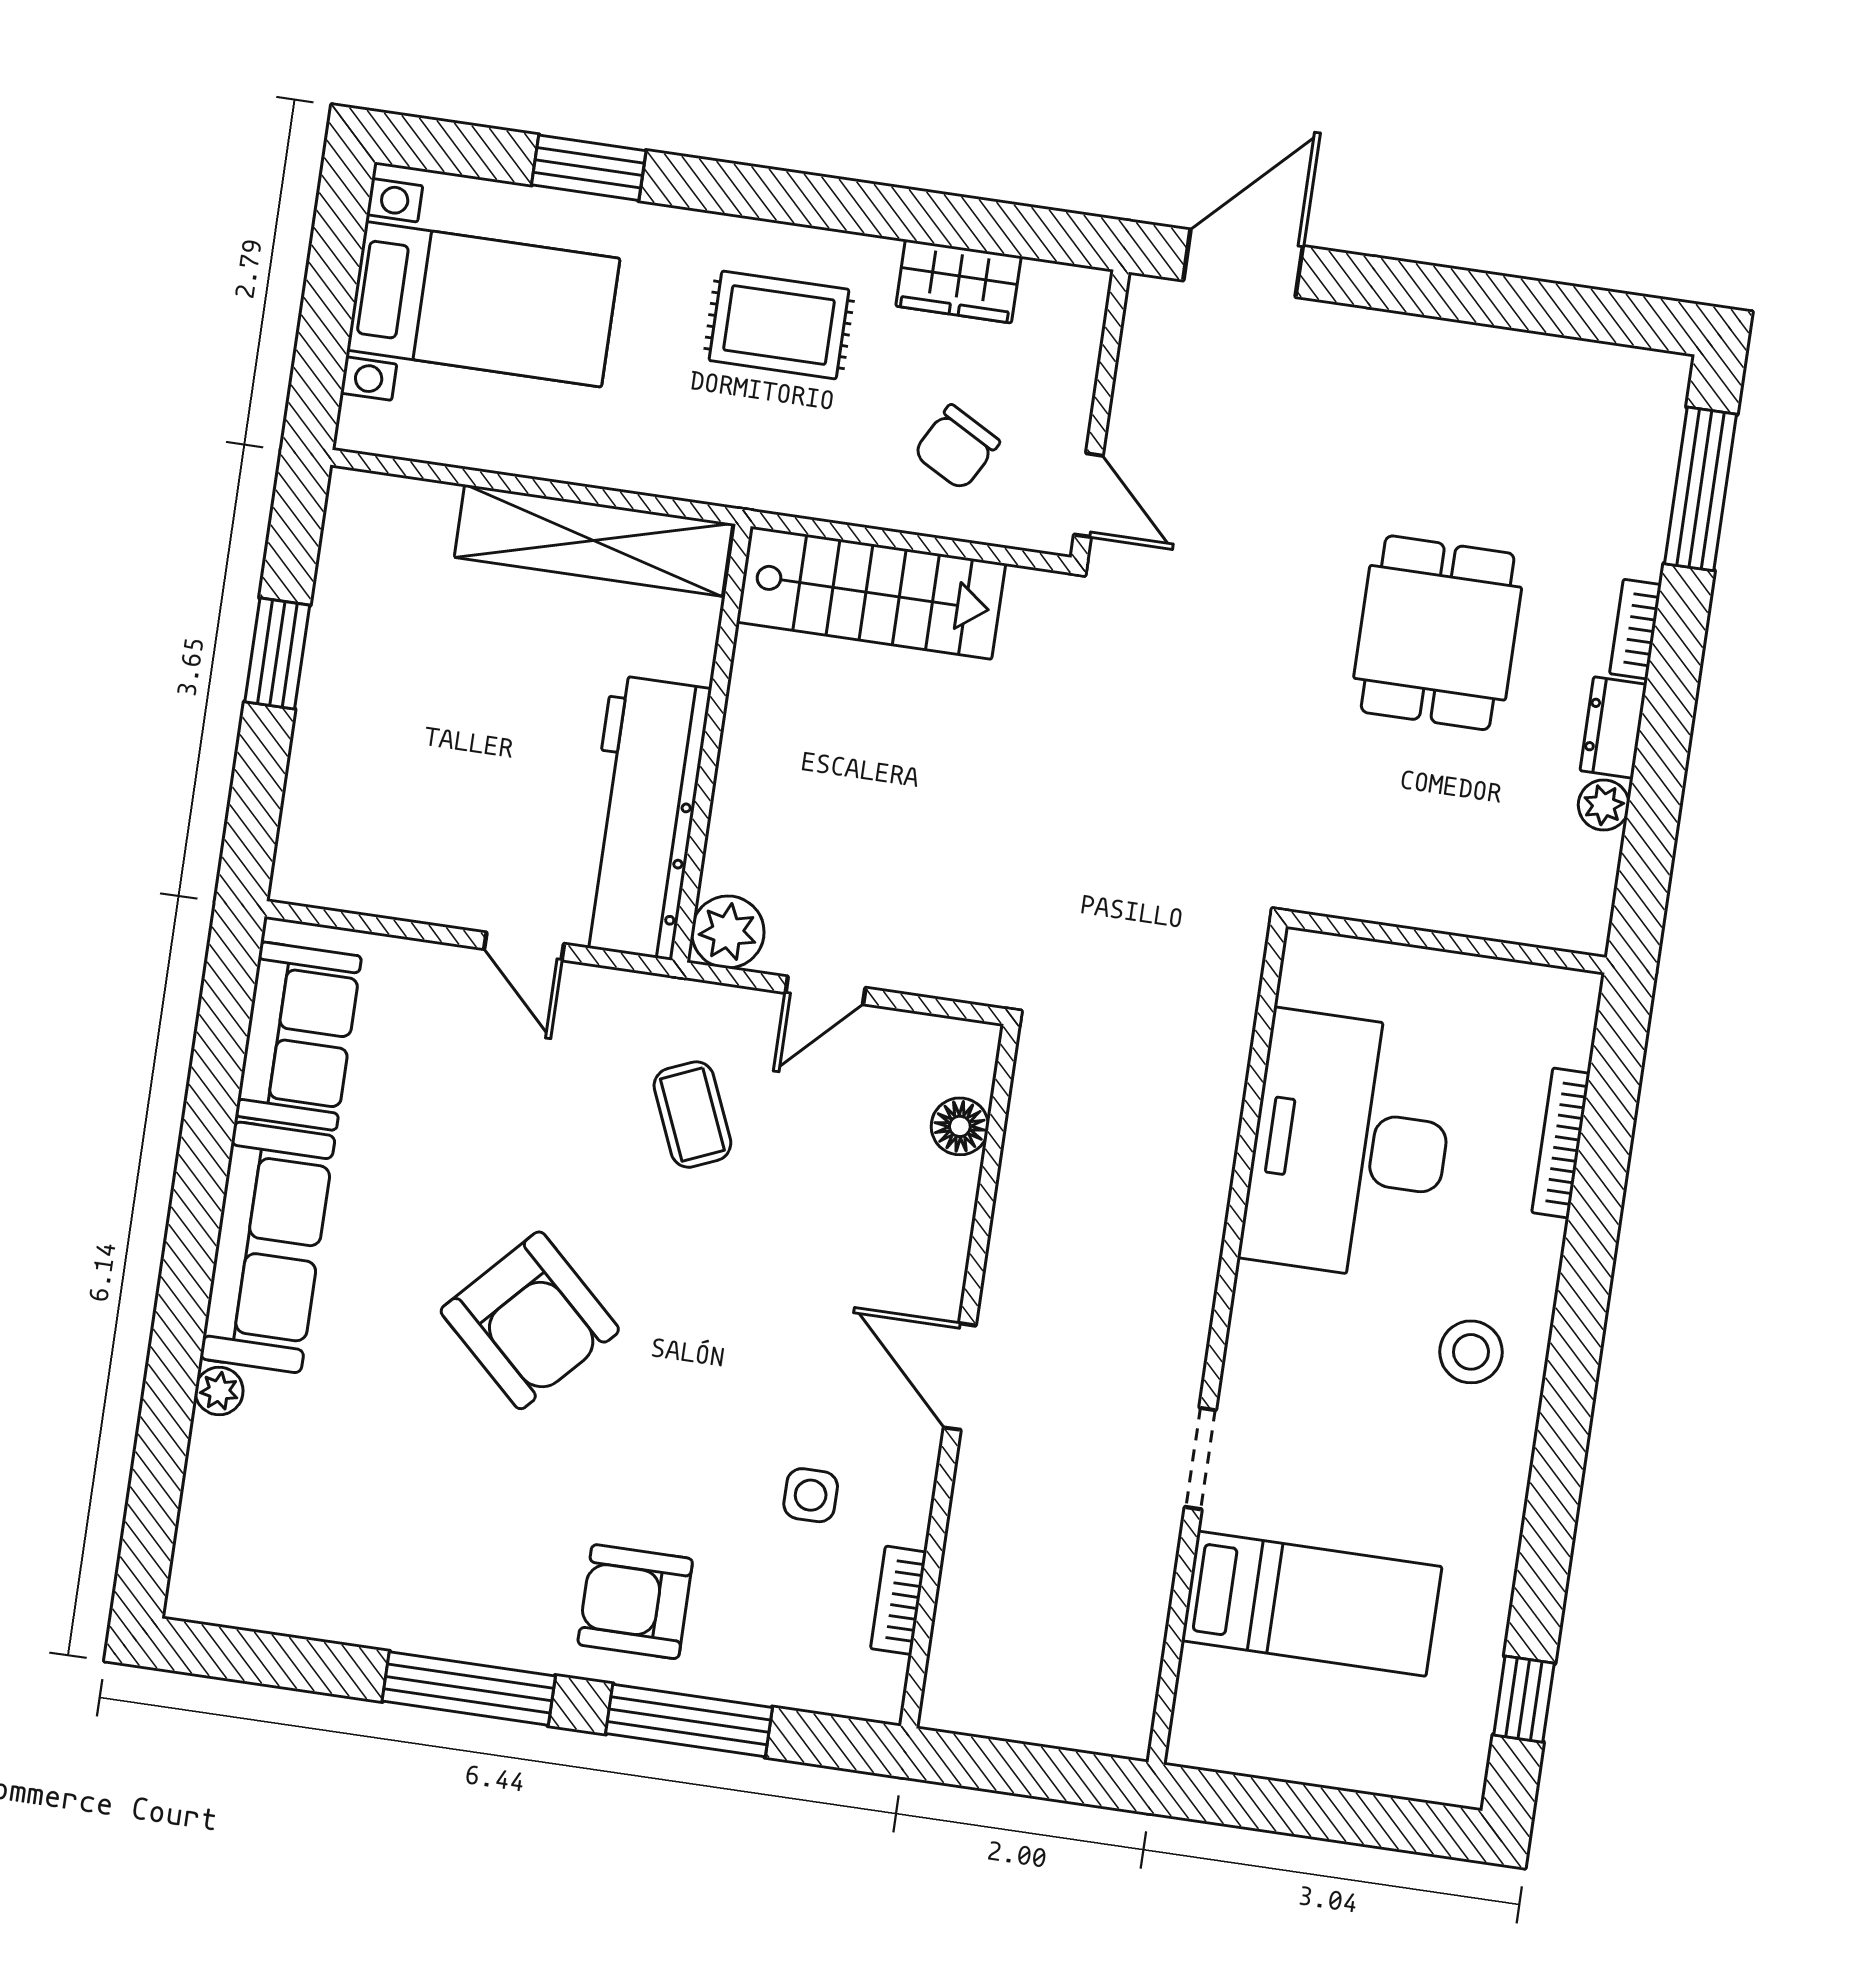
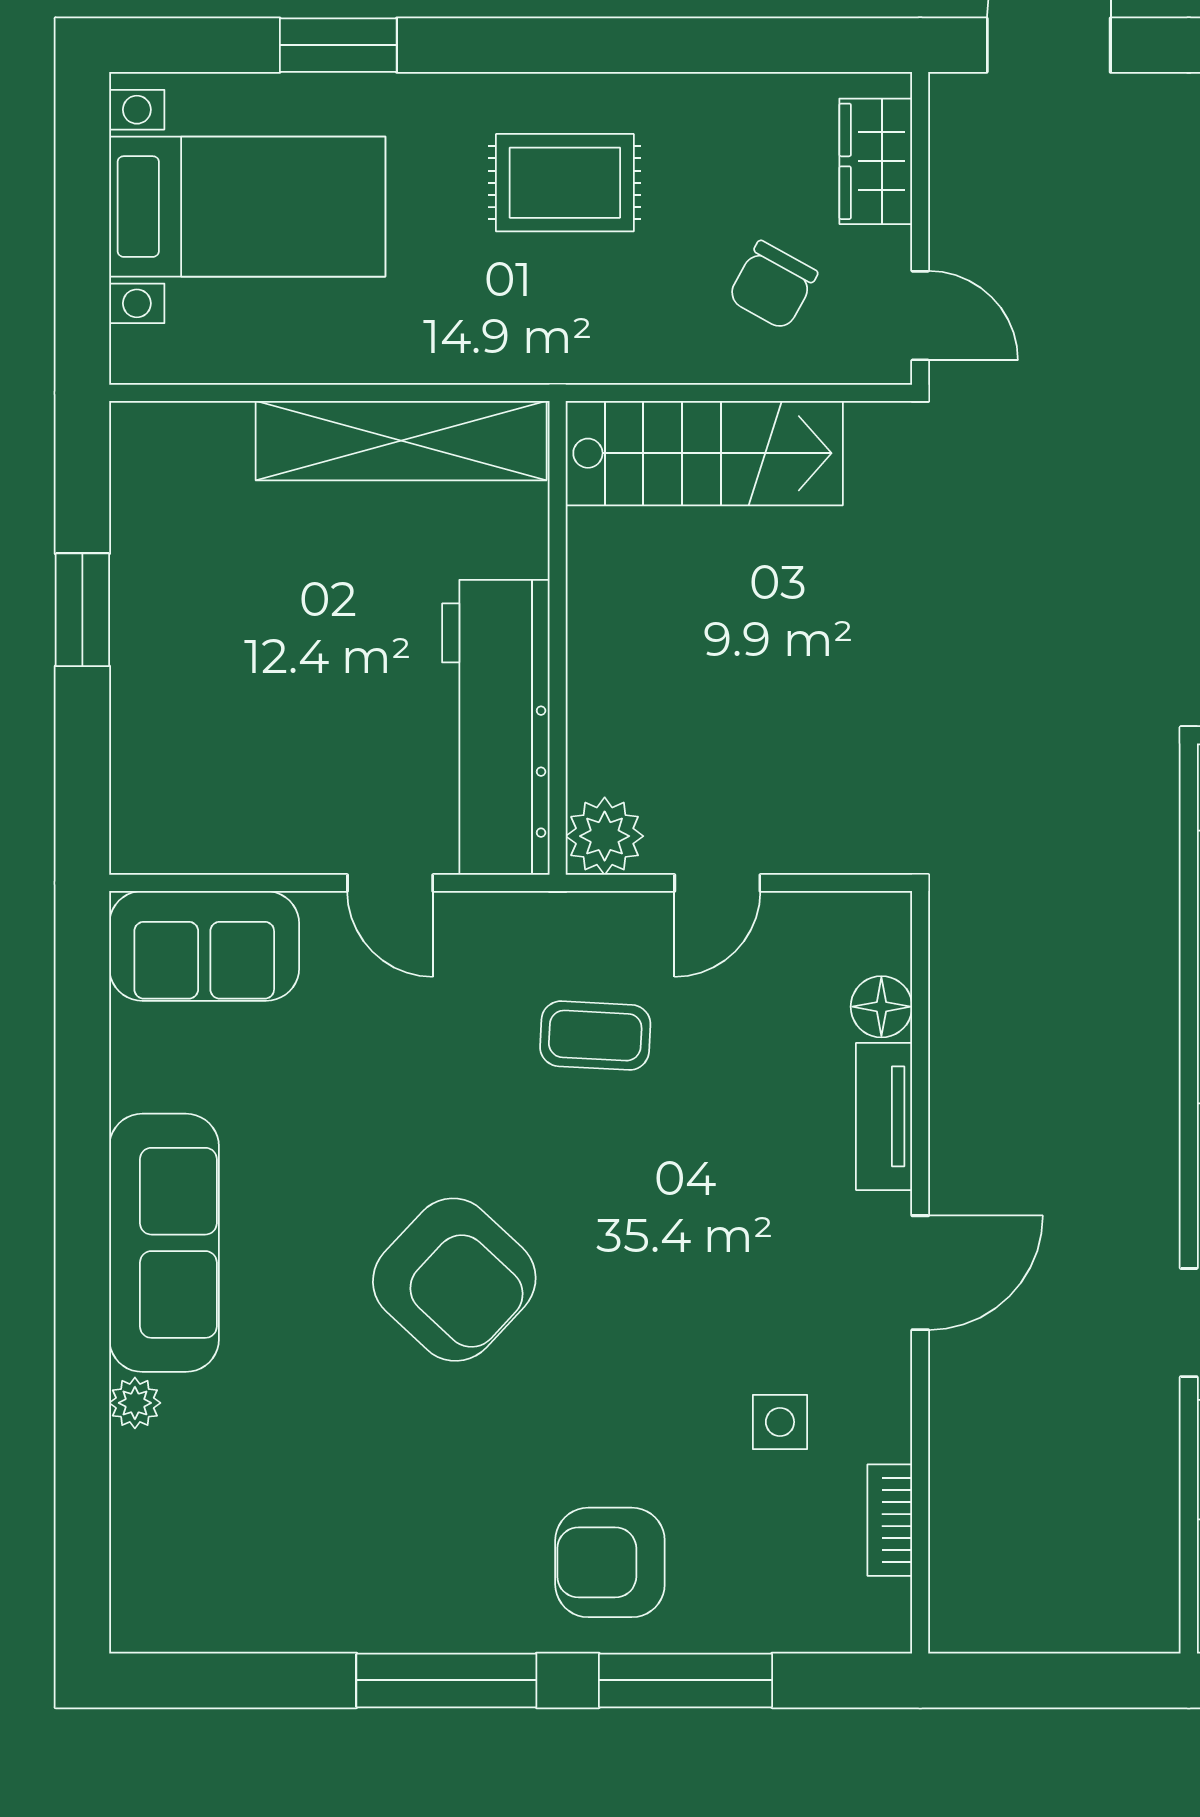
wardrobe: (958, 281) -> (876, 161), moved, turned 90
sofa: (298, 1036) -> (204, 946), moved, turned 90
coffee table: (692, 1115) -> (595, 1036), turned -64
tv unit: (948, 1228) -> (884, 1116), added
door: (960, 1377) -> (920, 1273), swing flipped

